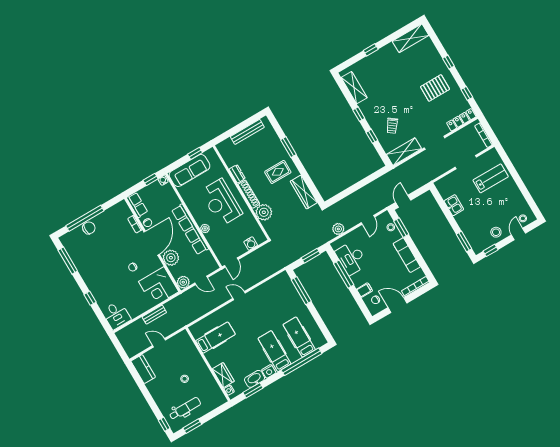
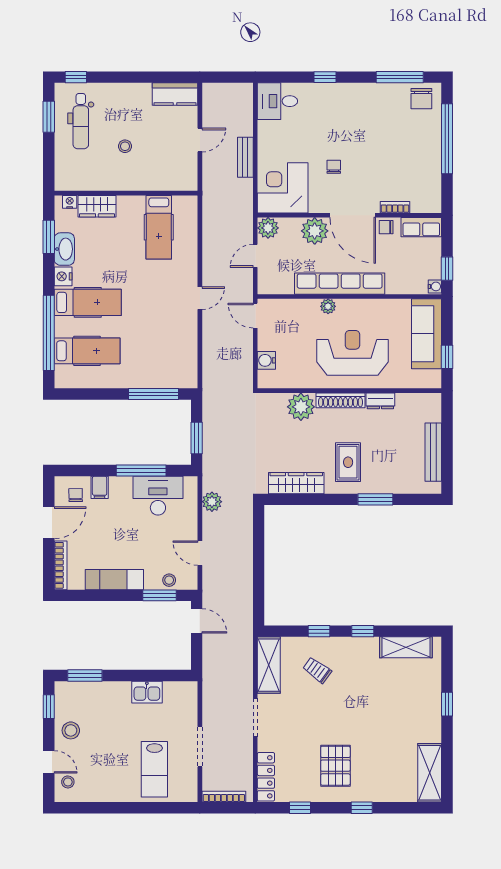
chair: (89, 228) -> (421, 99), moved

